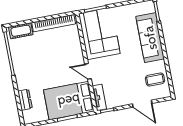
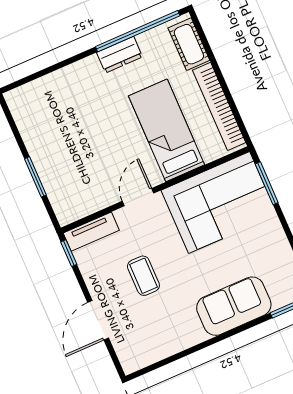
sofa: (150, 38) -> (234, 306), width x0.73
coffee table: (155, 80) -> (143, 276), moved
dresser: (25, 100) -> (120, 55), moved
bed: (69, 101) -> (167, 130), moved, width x0.67

